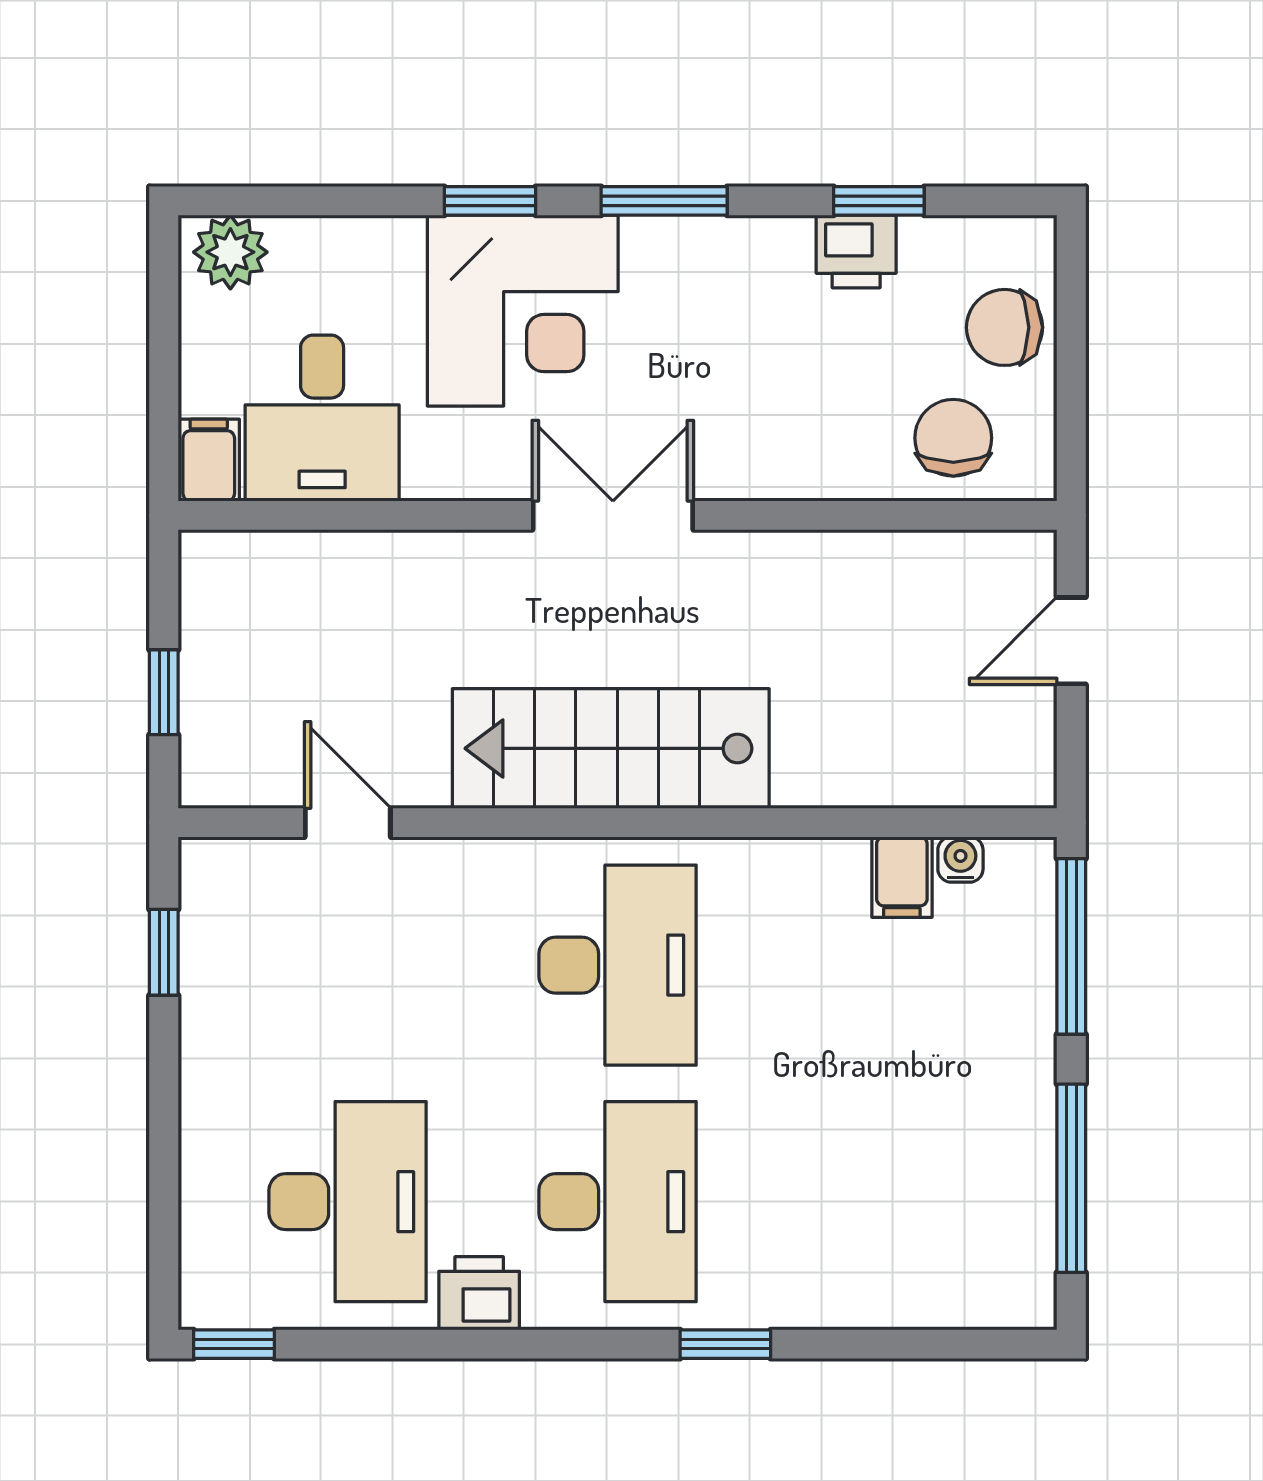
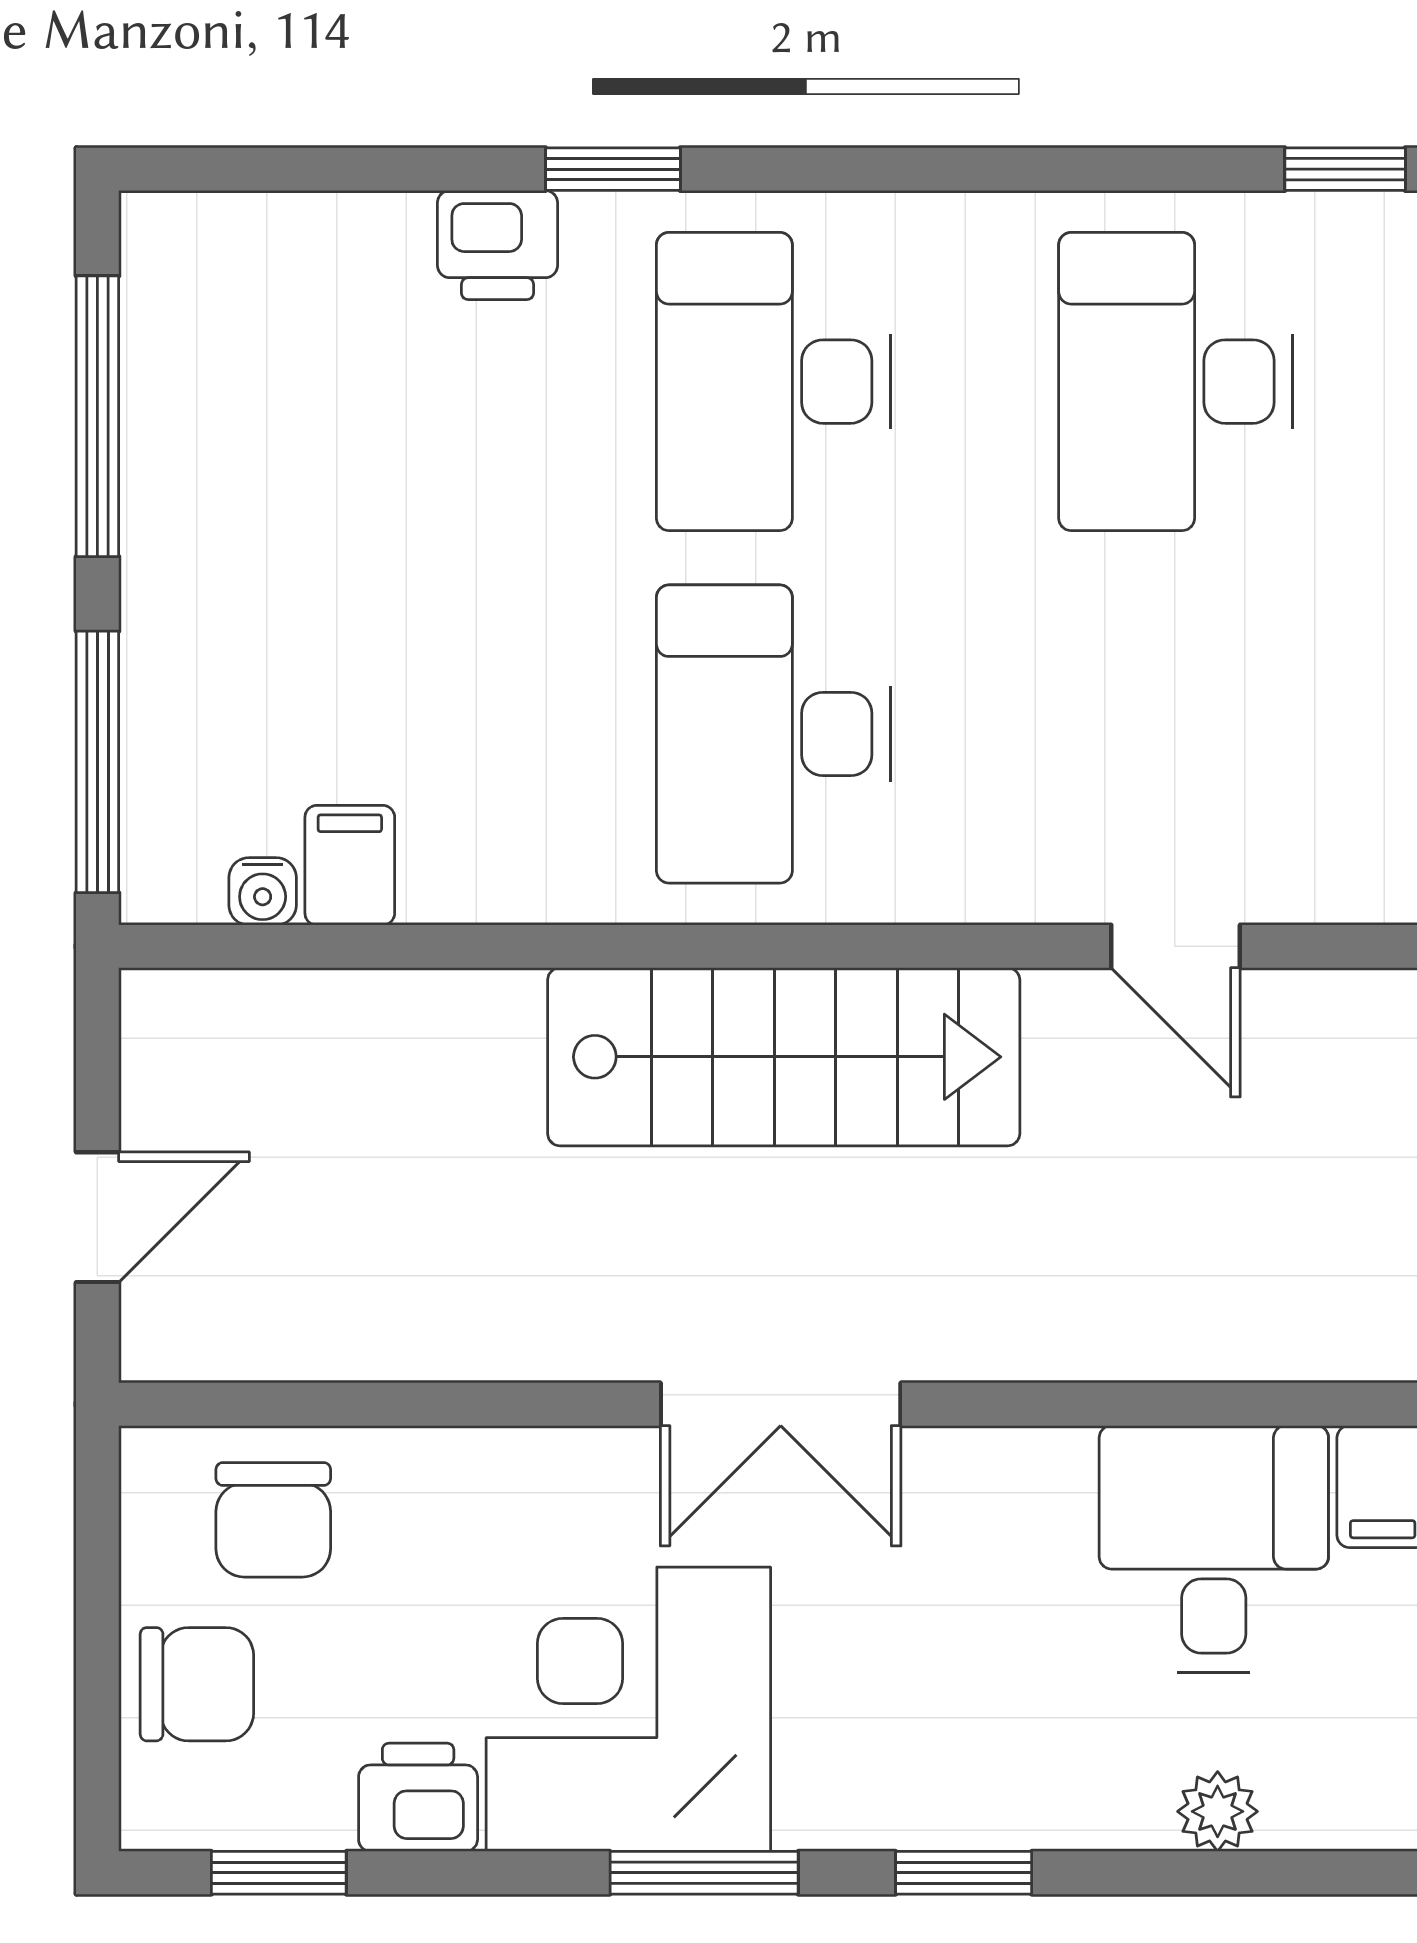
window: (879, 201) -> (279, 1873), moved
plant: (230, 252) -> (1218, 1811), moved, width x0.73, depth x0.73
corner desk: (523, 311) -> (628, 1709), moved
printer: (479, 1293) -> (498, 245), moved

